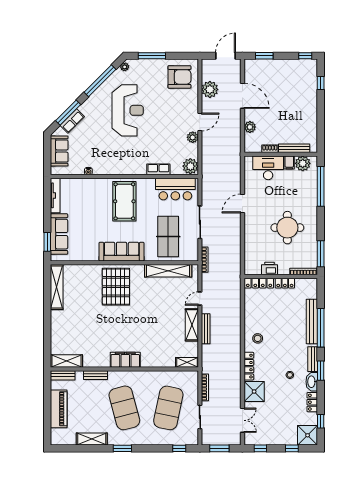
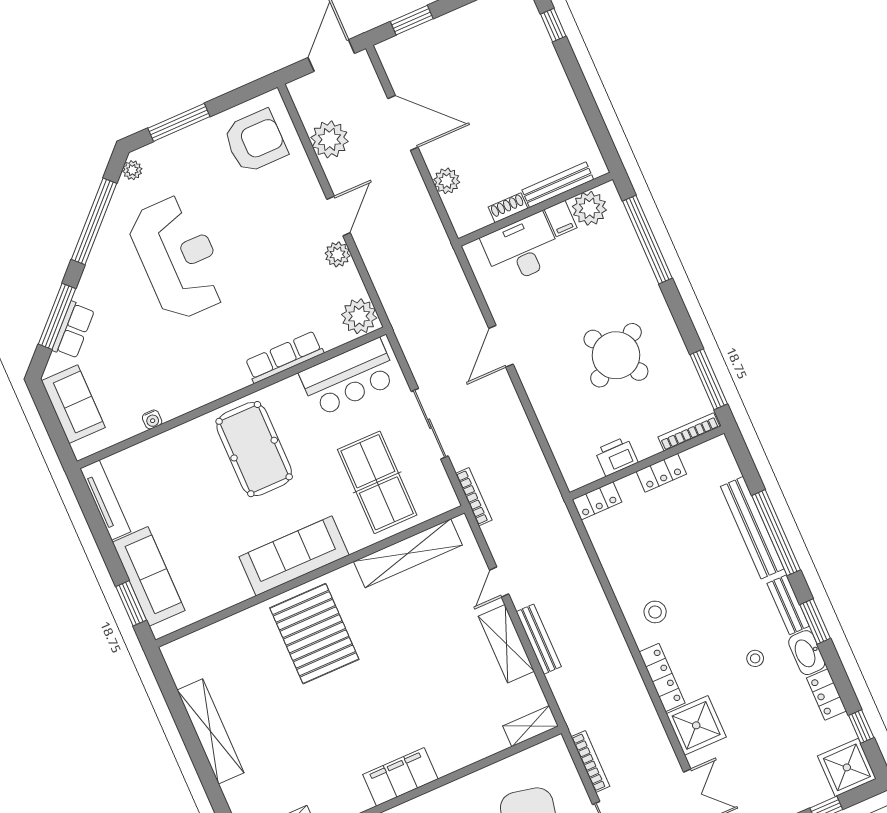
row of seats: (158, 169) -> (284, 357), width x1.48
round table: (287, 228) -> (616, 355), turned -31
locker: (259, 283) -> (597, 501), width x0.66
shelving: (57, 287) -> (211, 731), moved

